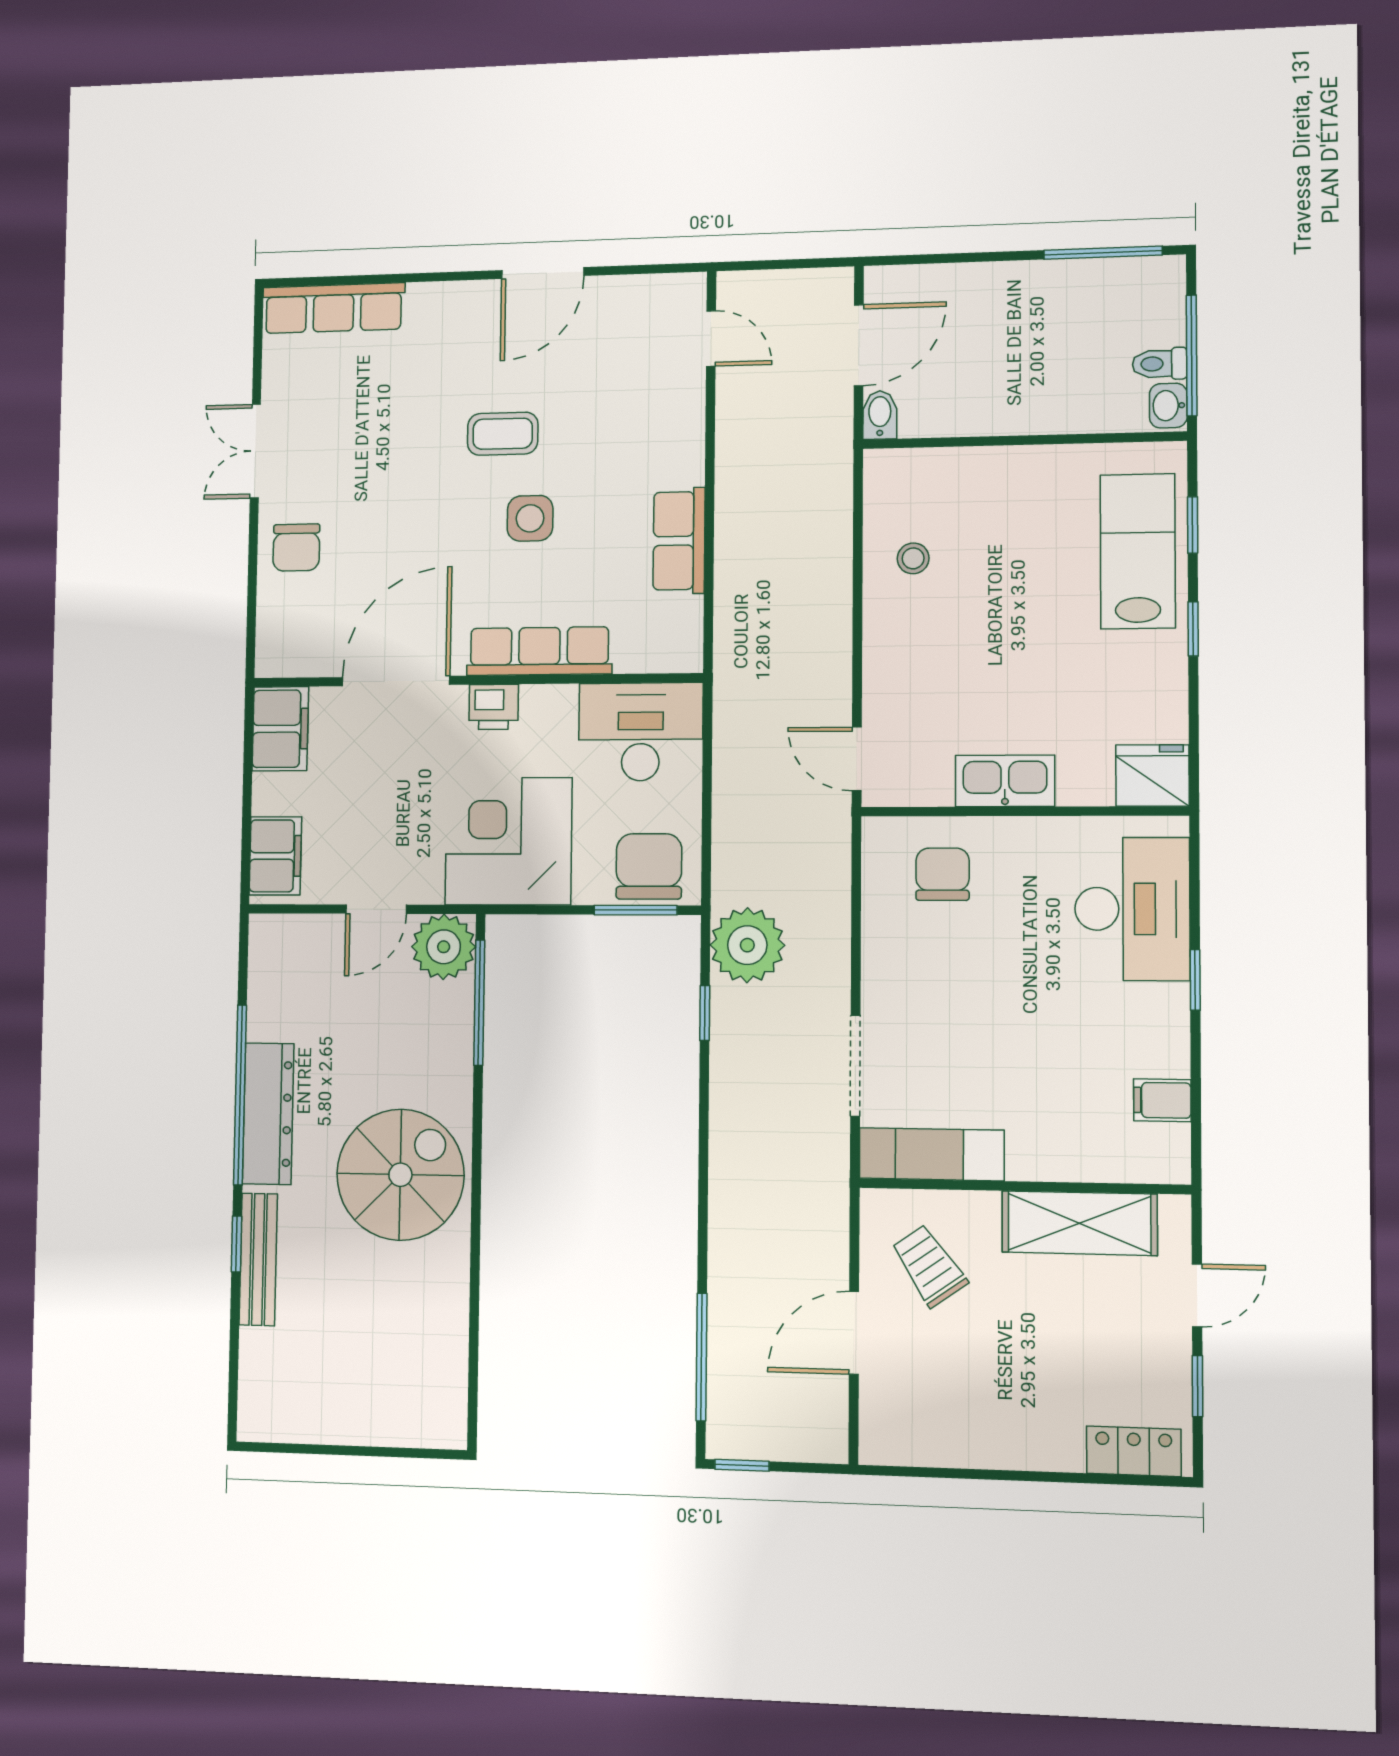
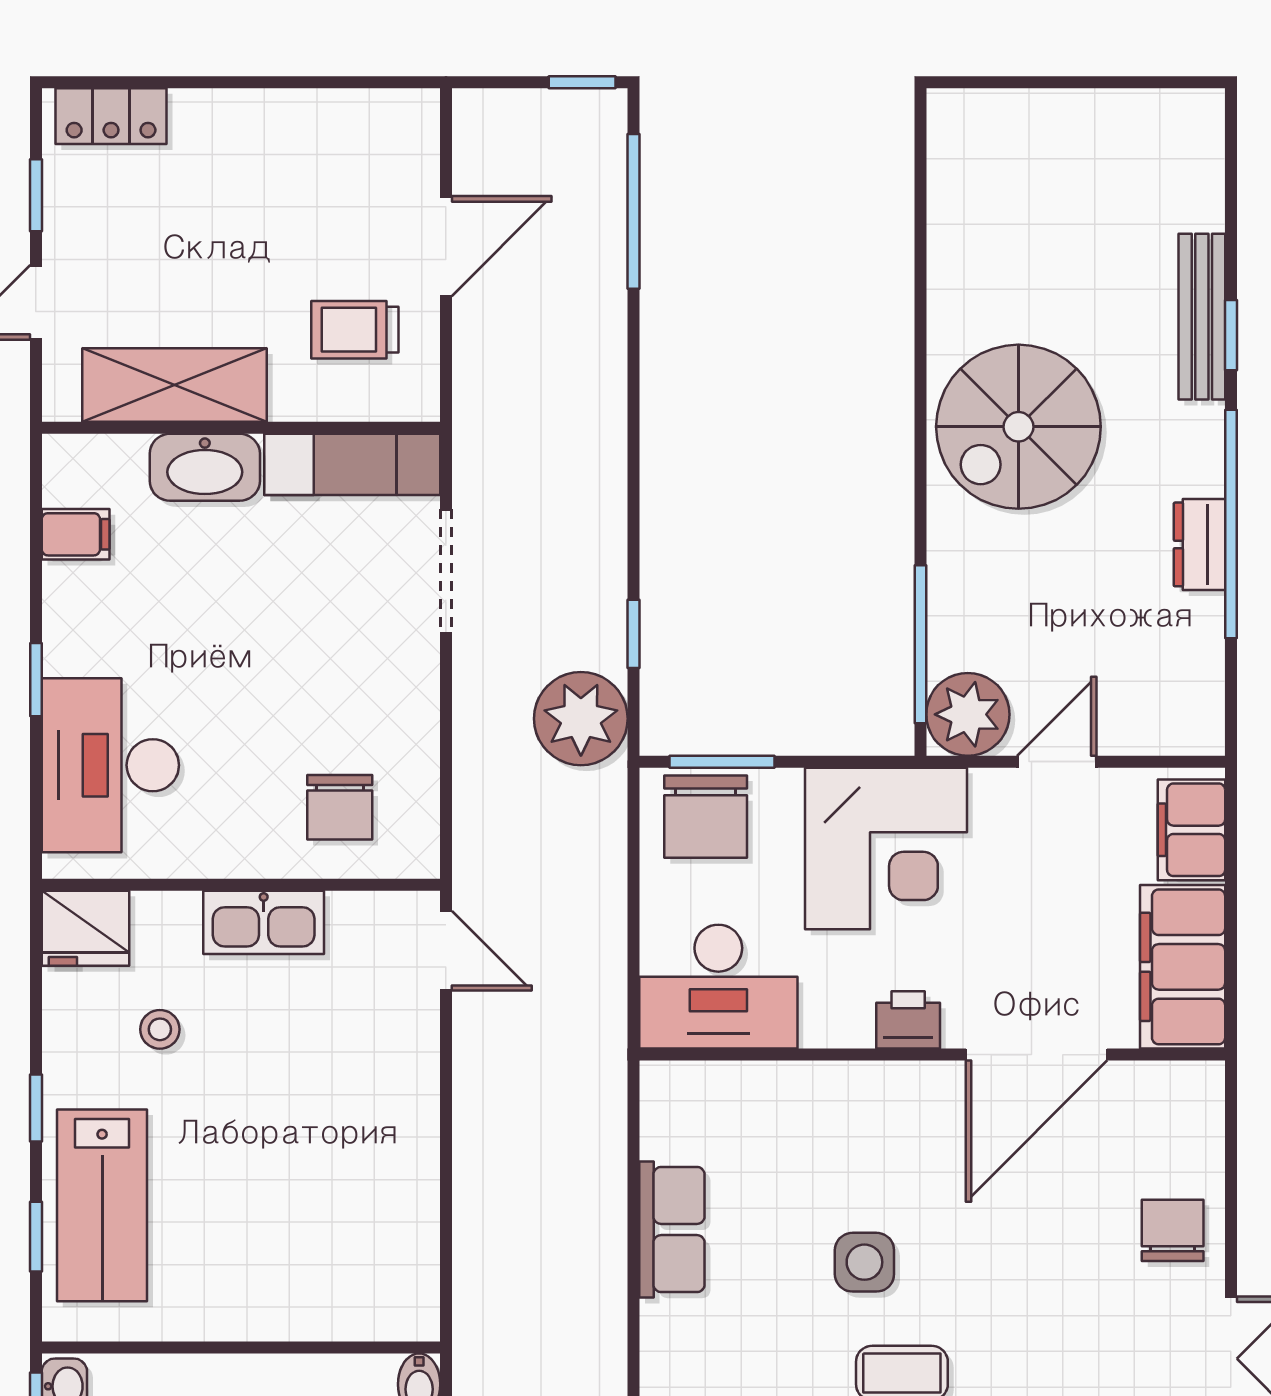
stool: (913, 558) -> (160, 1029), moved
row of seats: (539, 651) -> (850, 1091), removed
filing cabinet: (280, 729) -> (1183, 967), width x1.50, depth x1.17
dresser: (268, 1114) -> (1199, 544), width x0.51, depth x0.80
washbasin: (1054, 1154) -> (205, 467), added
trolley: (929, 1266) -> (355, 330), turned 125

